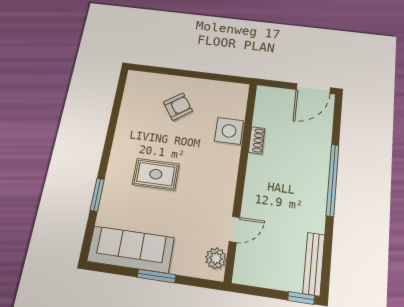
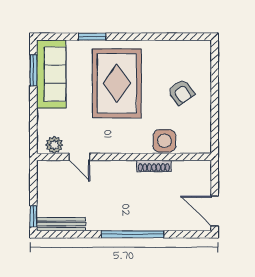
shoe rack: (257, 140) -> (154, 166), width x1.43
rug: (156, 174) -> (117, 83), width x1.86, depth x2.06
window: (157, 276) -> (33, 70), moved

